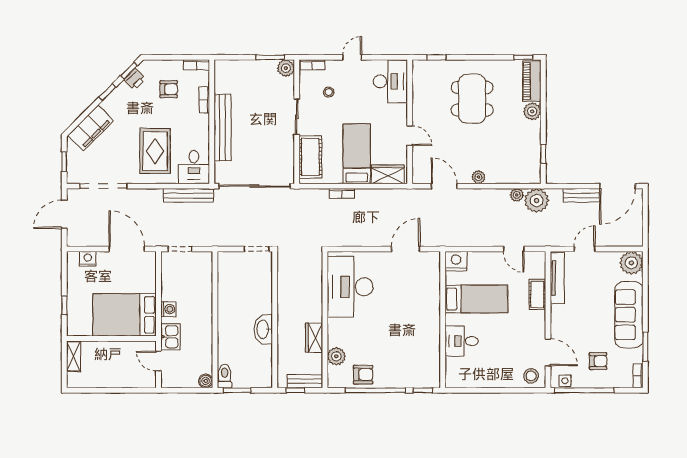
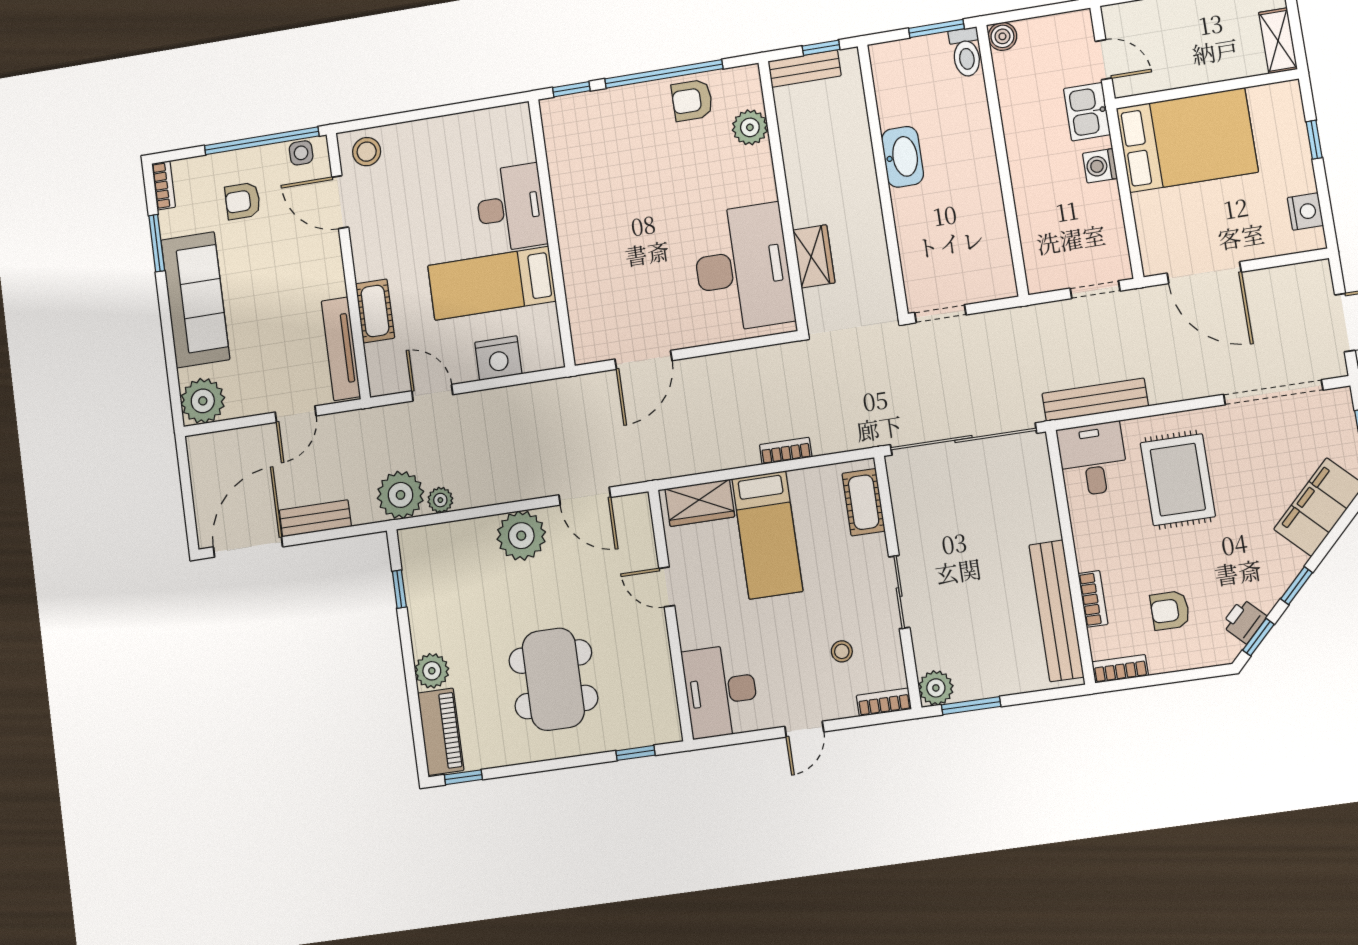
bench: (223, 128) -> (1056, 611), moved
cot: (310, 157) -> (864, 502), width x0.73, depth x0.75
plant: (478, 177) -> (521, 536), width x1.87, depth x1.87
nightstand: (88, 259) -> (1305, 212), moved, turned -90
nightstand: (456, 261) -> (498, 358), moved
wardrobe: (314, 338) -> (814, 256), moved
desk: (462, 341) -> (511, 208), width x1.37

